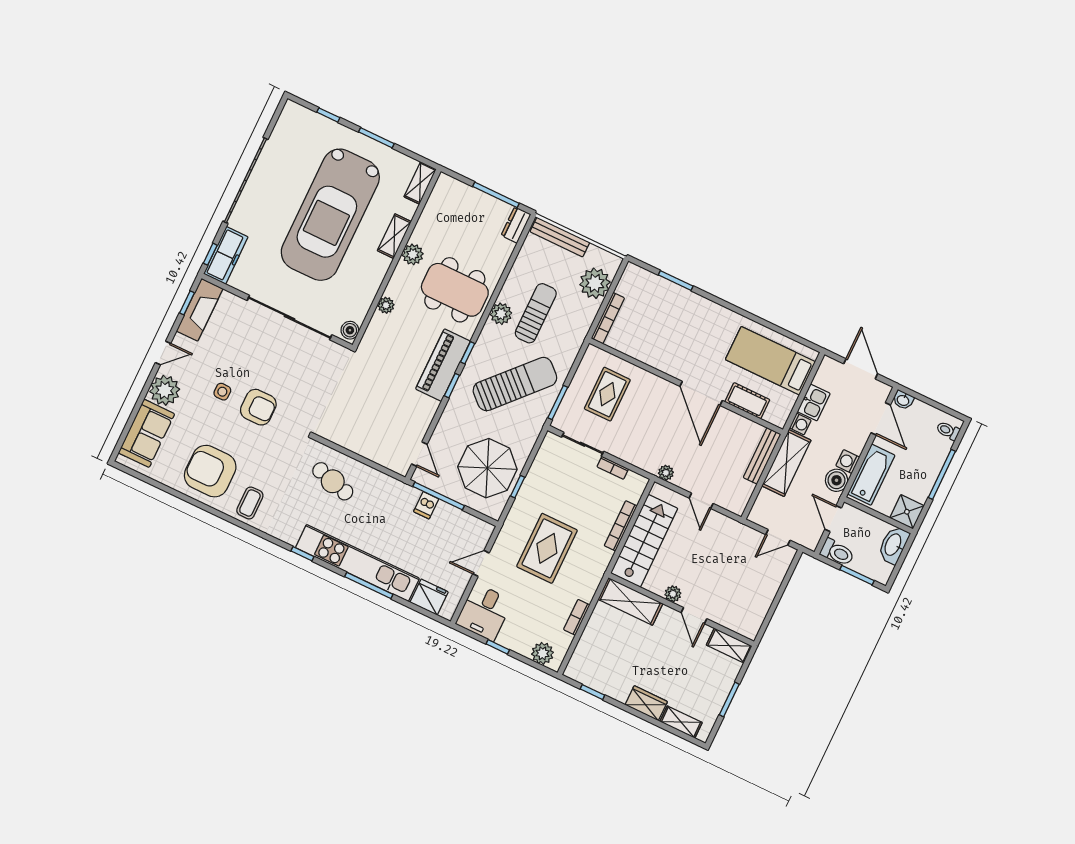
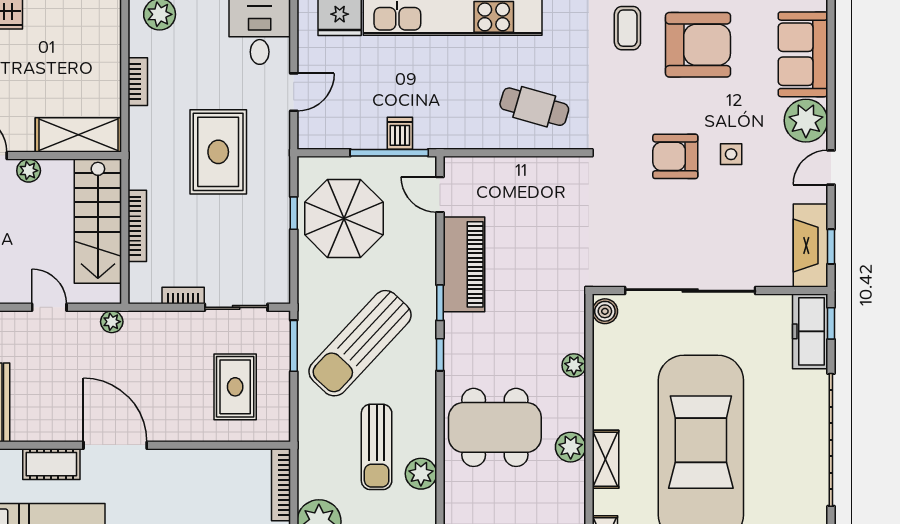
plant: (501, 314) -> (421, 474), moved
piano: (443, 365) -> (464, 264), moved

